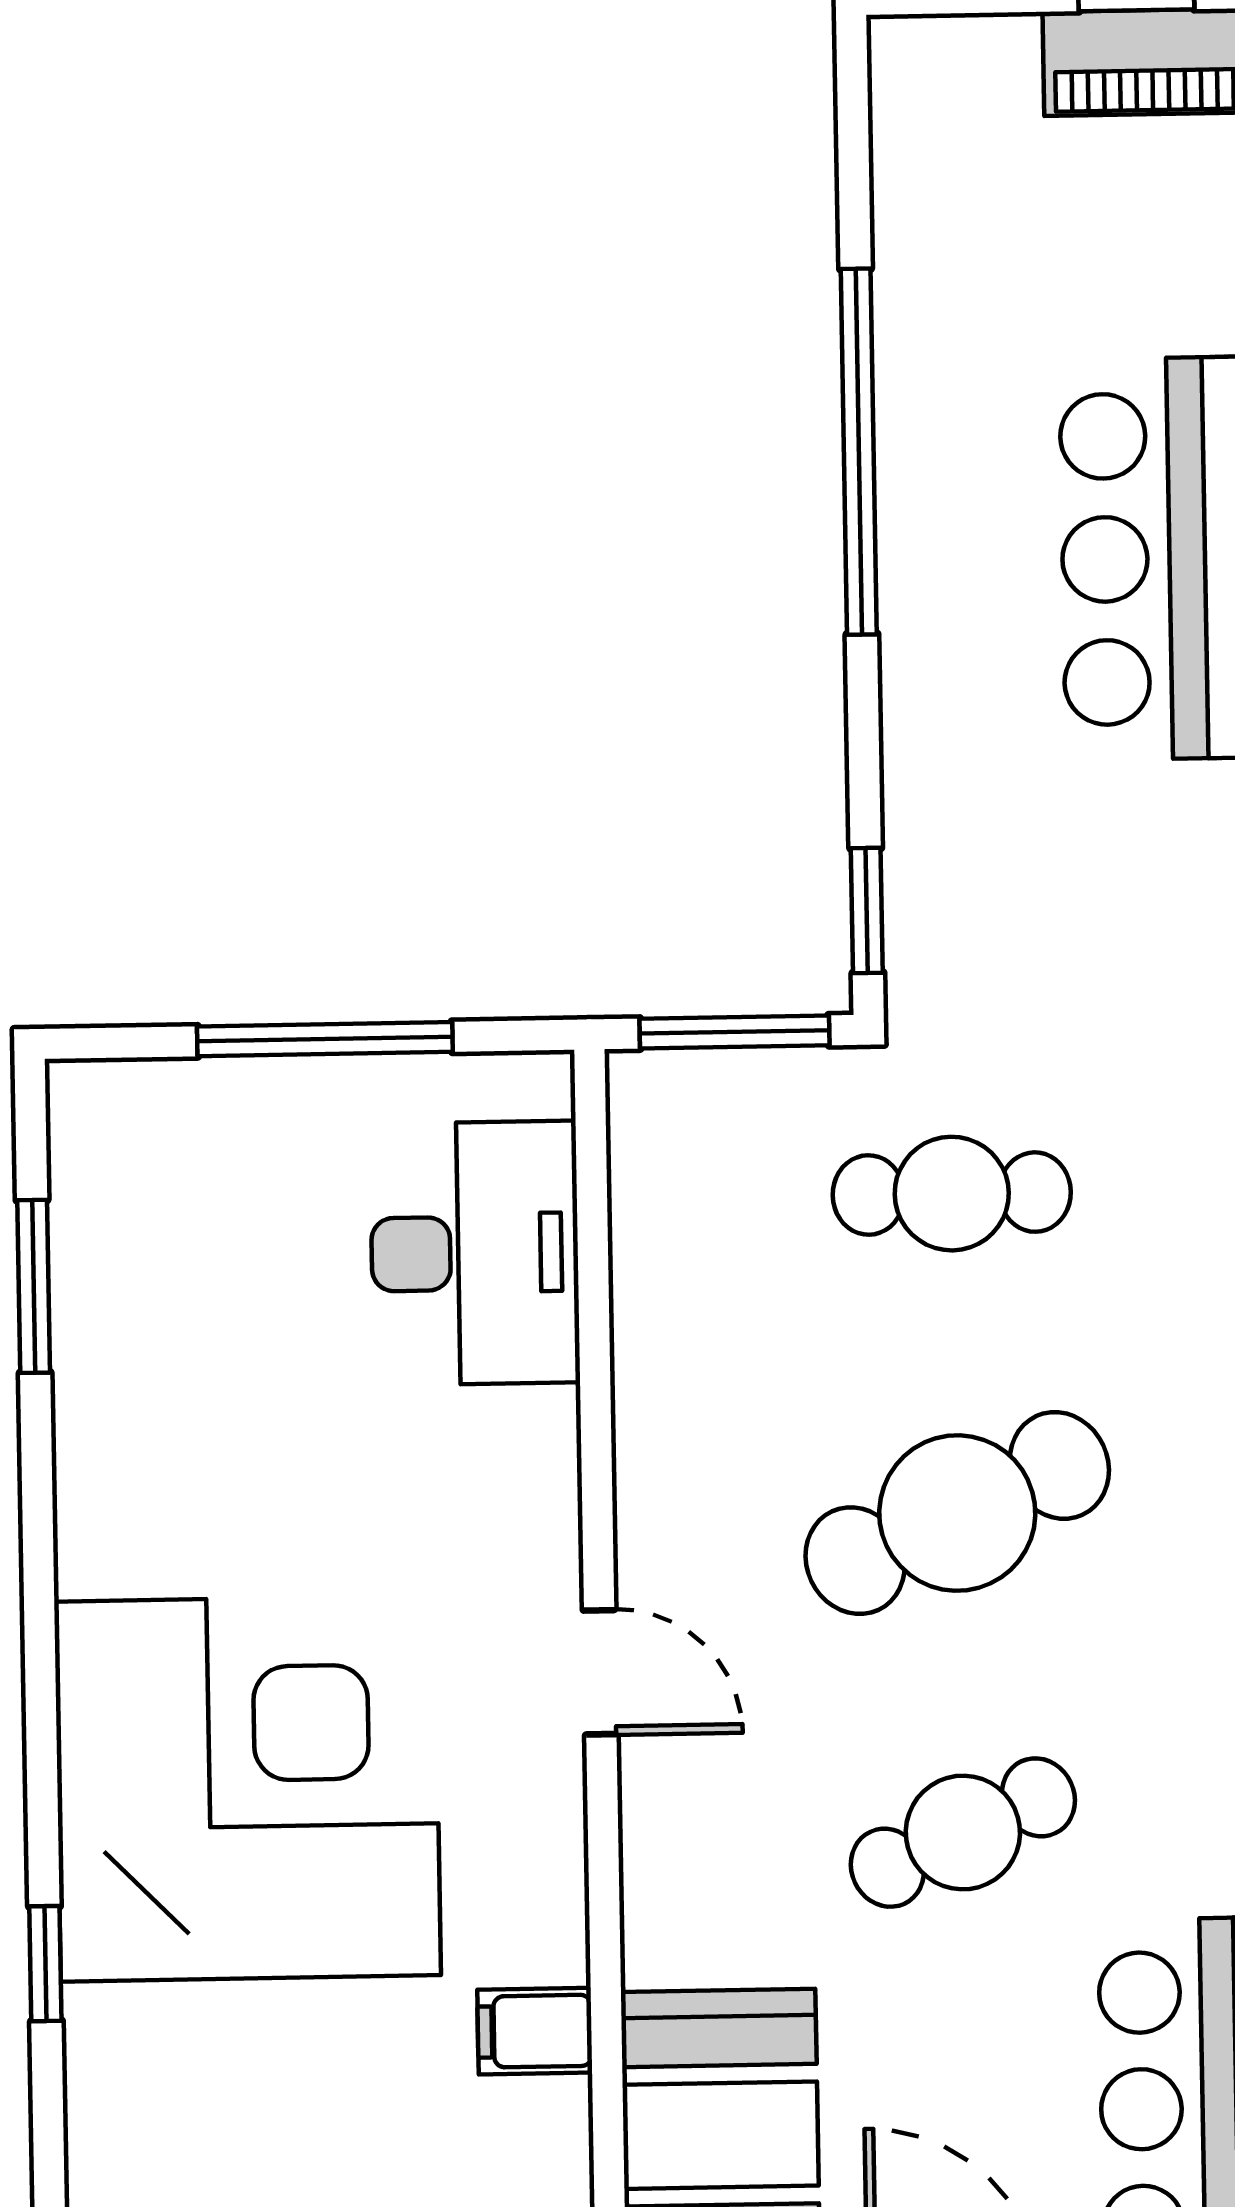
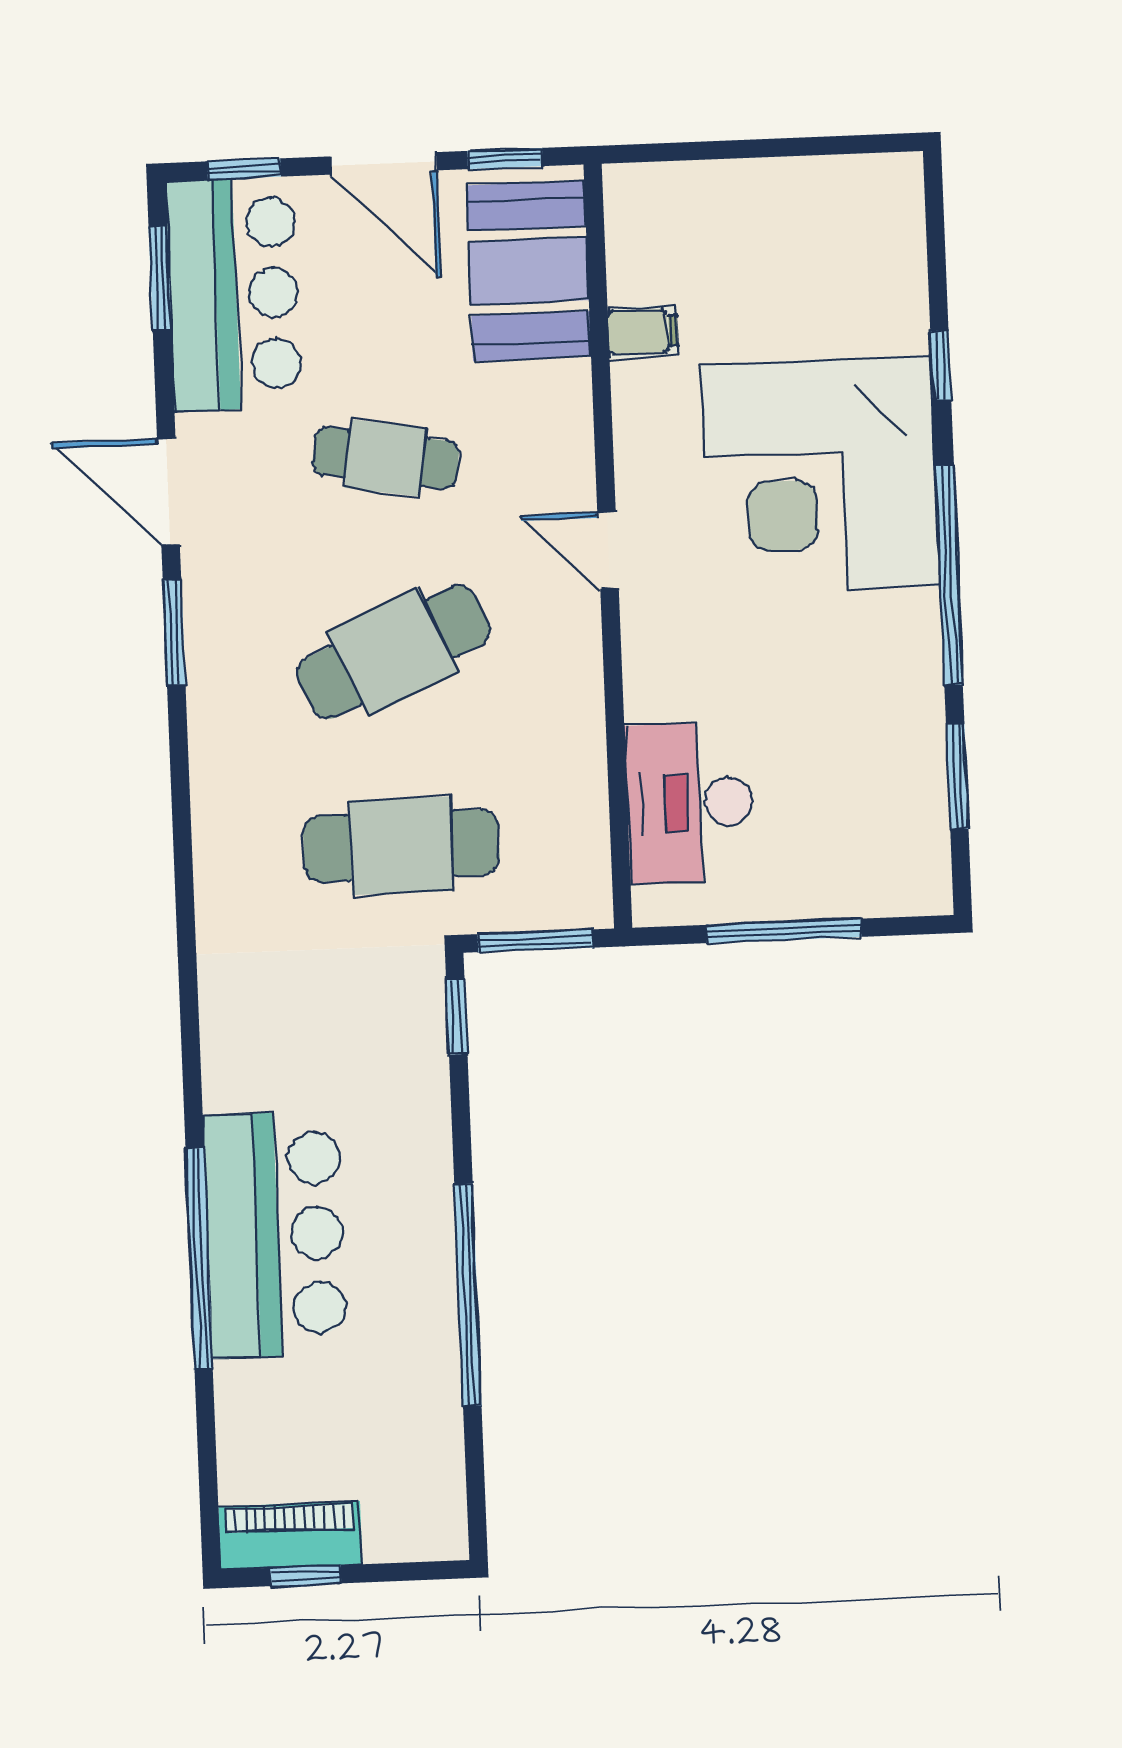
cafe table: (952, 1194) -> (401, 846), width x1.37, depth x1.35
window: (39, 1619) -> (949, 575), added
cafe table: (963, 1833) -> (386, 458), turned 33

